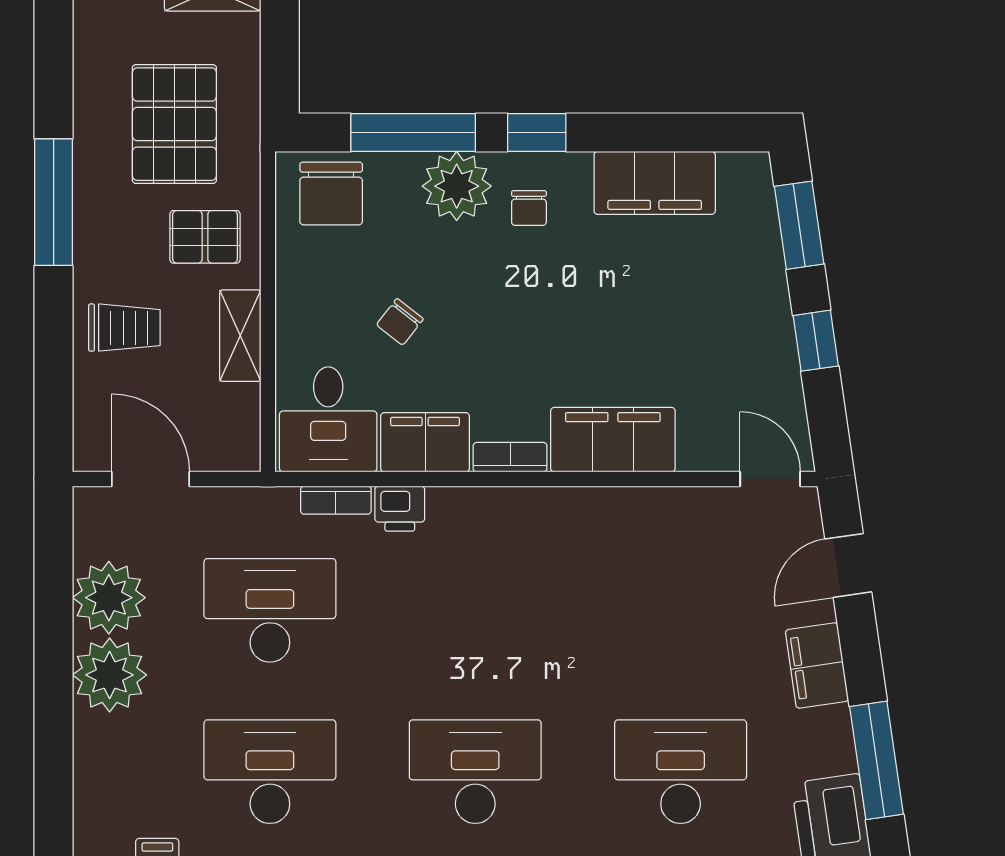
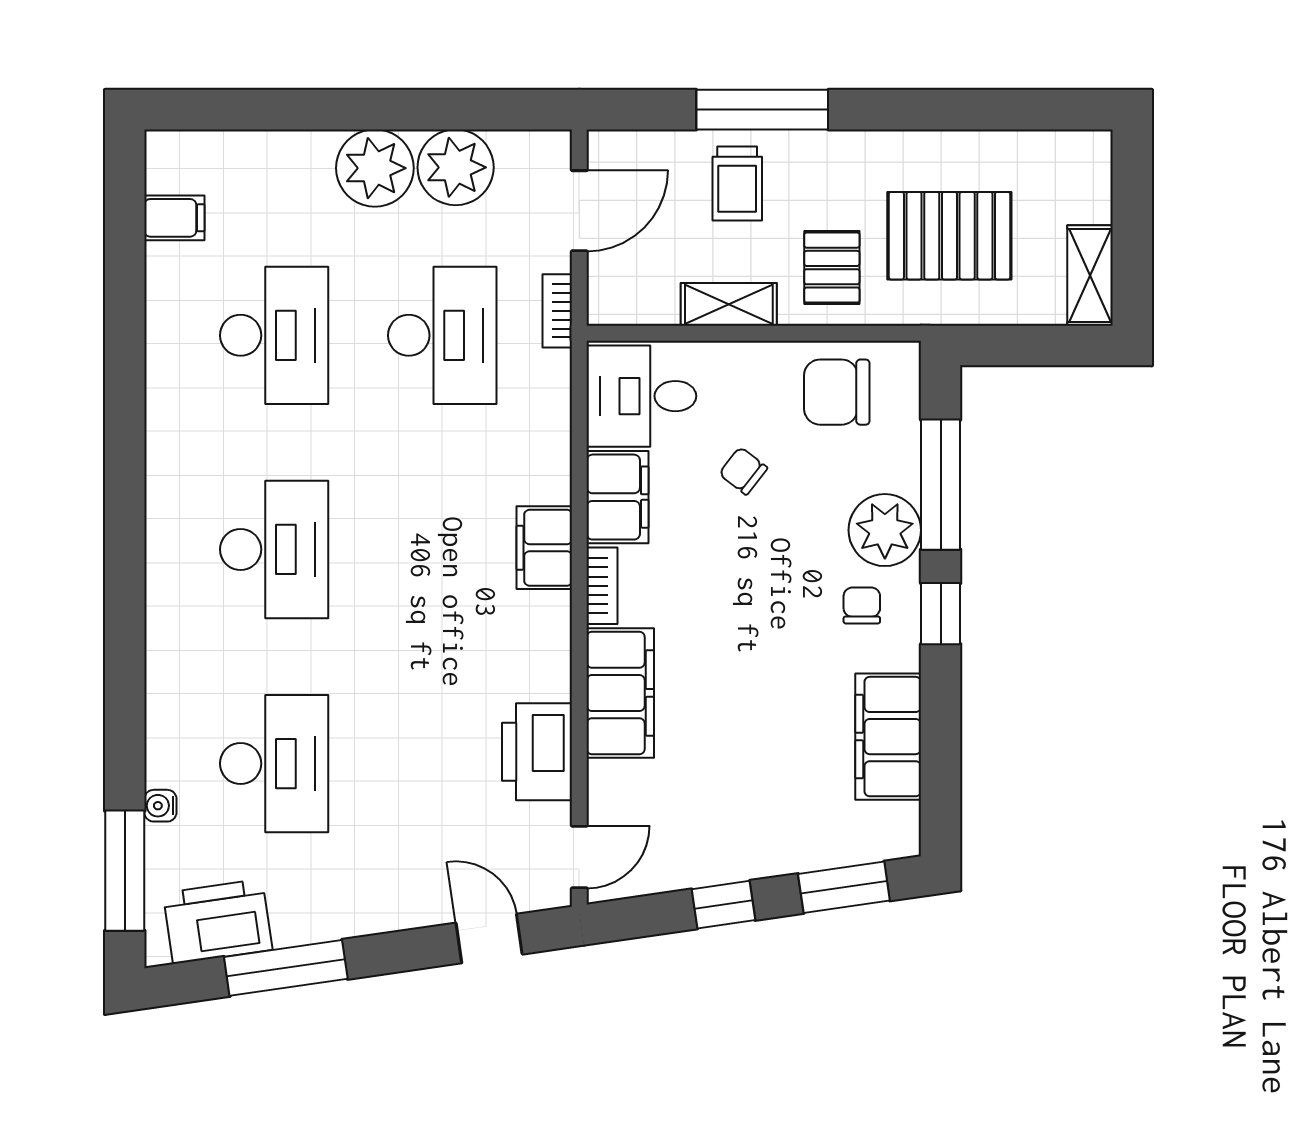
chair: (331, 193) -> (837, 392), moved
window: (54, 202) -> (762, 110), moved
chair: (529, 208) -> (862, 605), turned 90
bookcase: (336, 500) -> (557, 311), moved
printer: (400, 509) -> (537, 752), moved, width x1.87, depth x1.48
filing cabinet: (817, 665) -> (544, 548), moved, turned -82

